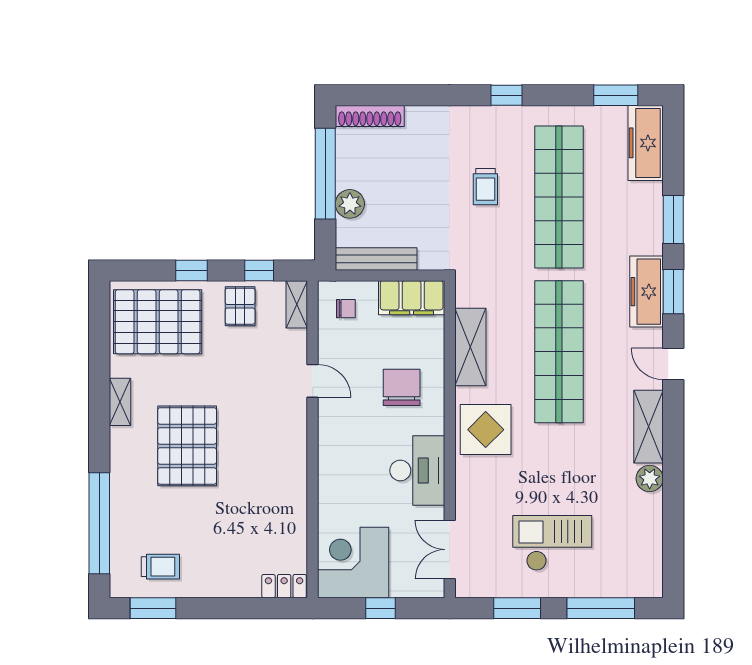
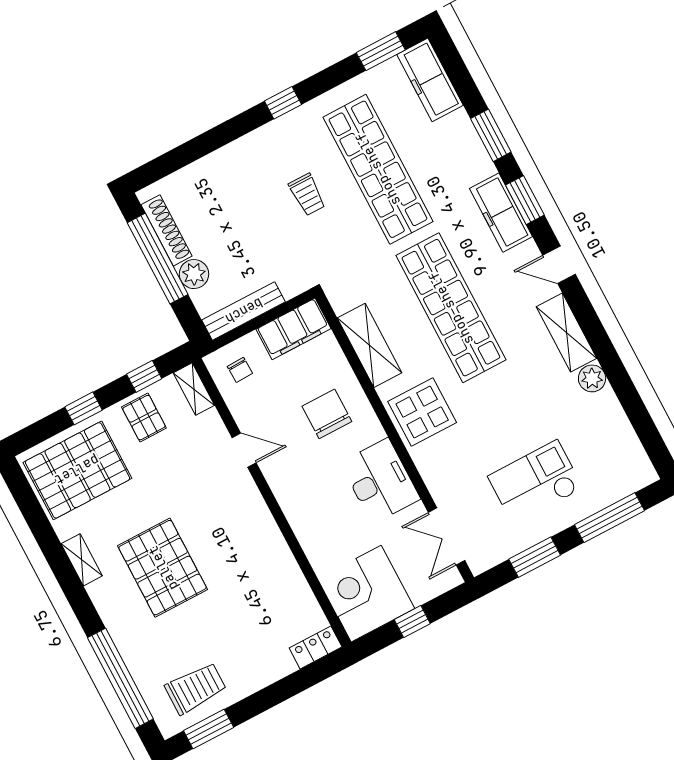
shoe rack: (370, 116) -> (167, 230), moved, turned -90
chair: (346, 309) -> (240, 370), turned 88
trolley: (160, 567) -> (195, 688), width x1.36, depth x1.39

